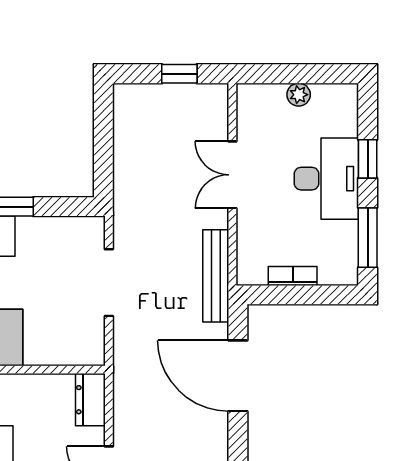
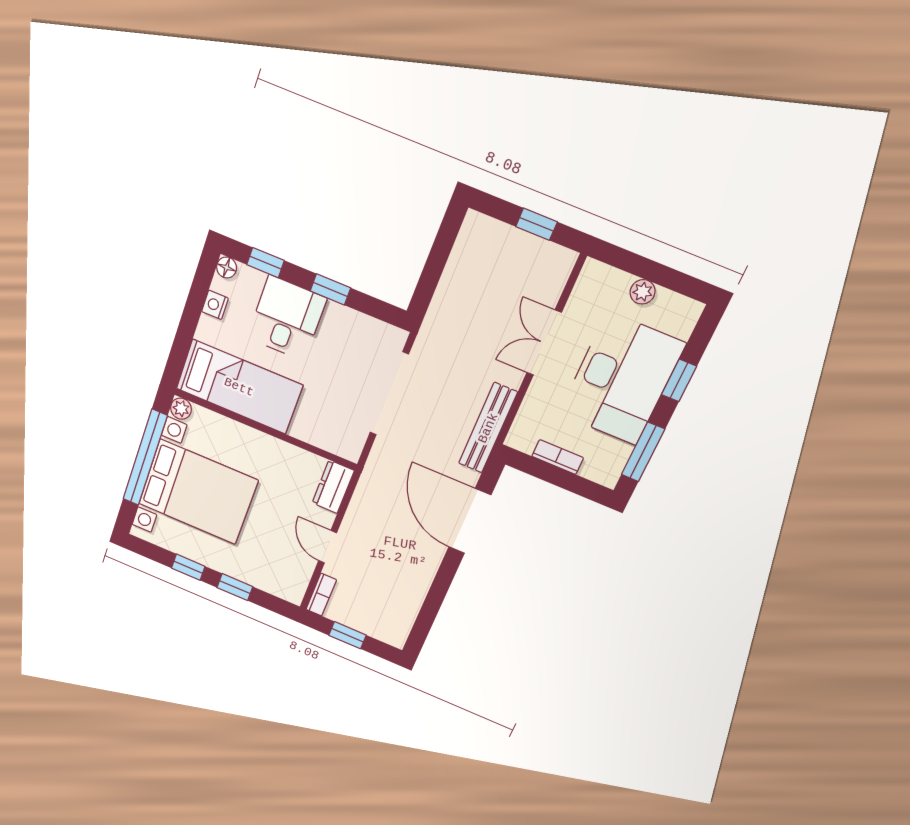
desk: (326, 179) -> (622, 379), width x1.36, depth x1.30
doorway: (109, 283) -> (389, 394), width x1.36

